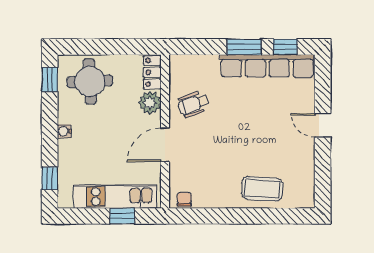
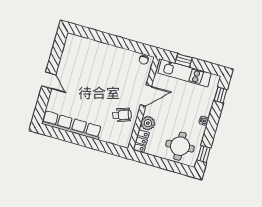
window: (244, 47) -> (82, 140), removed
window: (285, 47) -> (58, 134), removed
coffee table: (262, 189) -> (96, 53), removed

